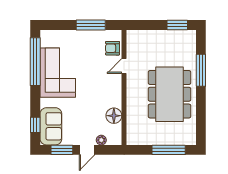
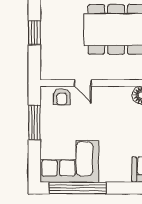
window: (177, 25) -> (34, 33), moved
corner sofa: (58, 73) -> (69, 161), moved

